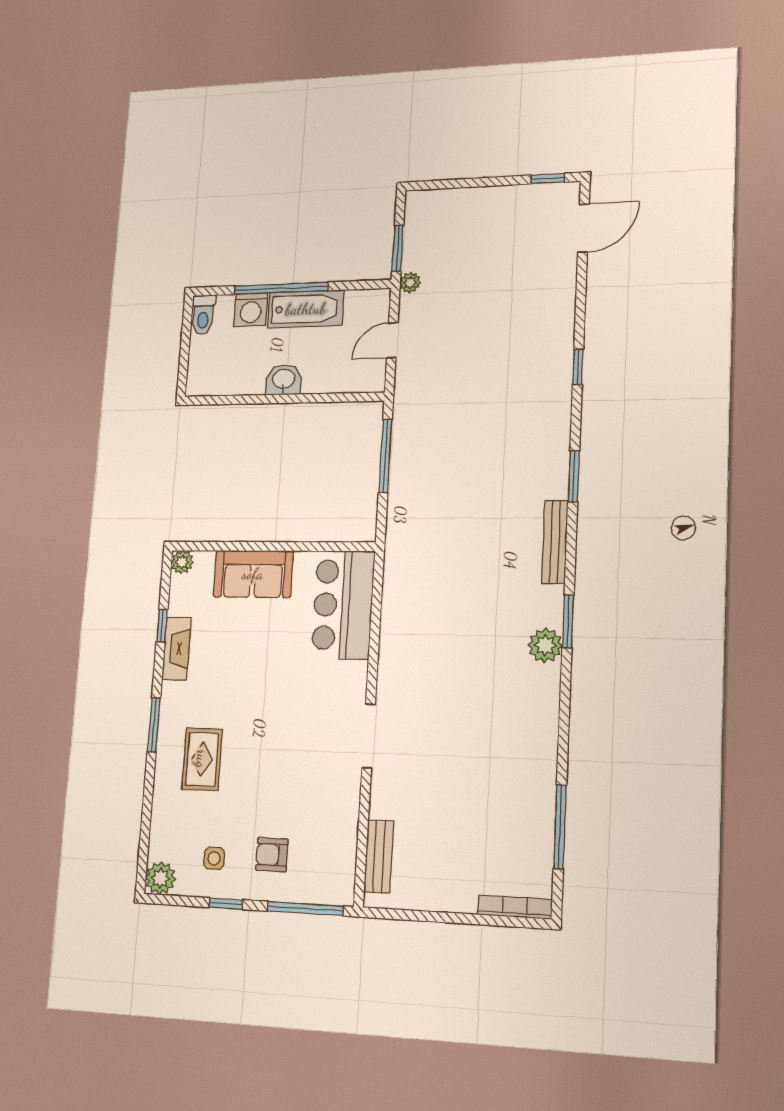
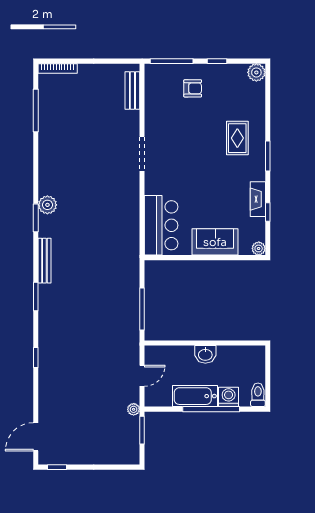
side table: (214, 858) -> (226, 85), removed

